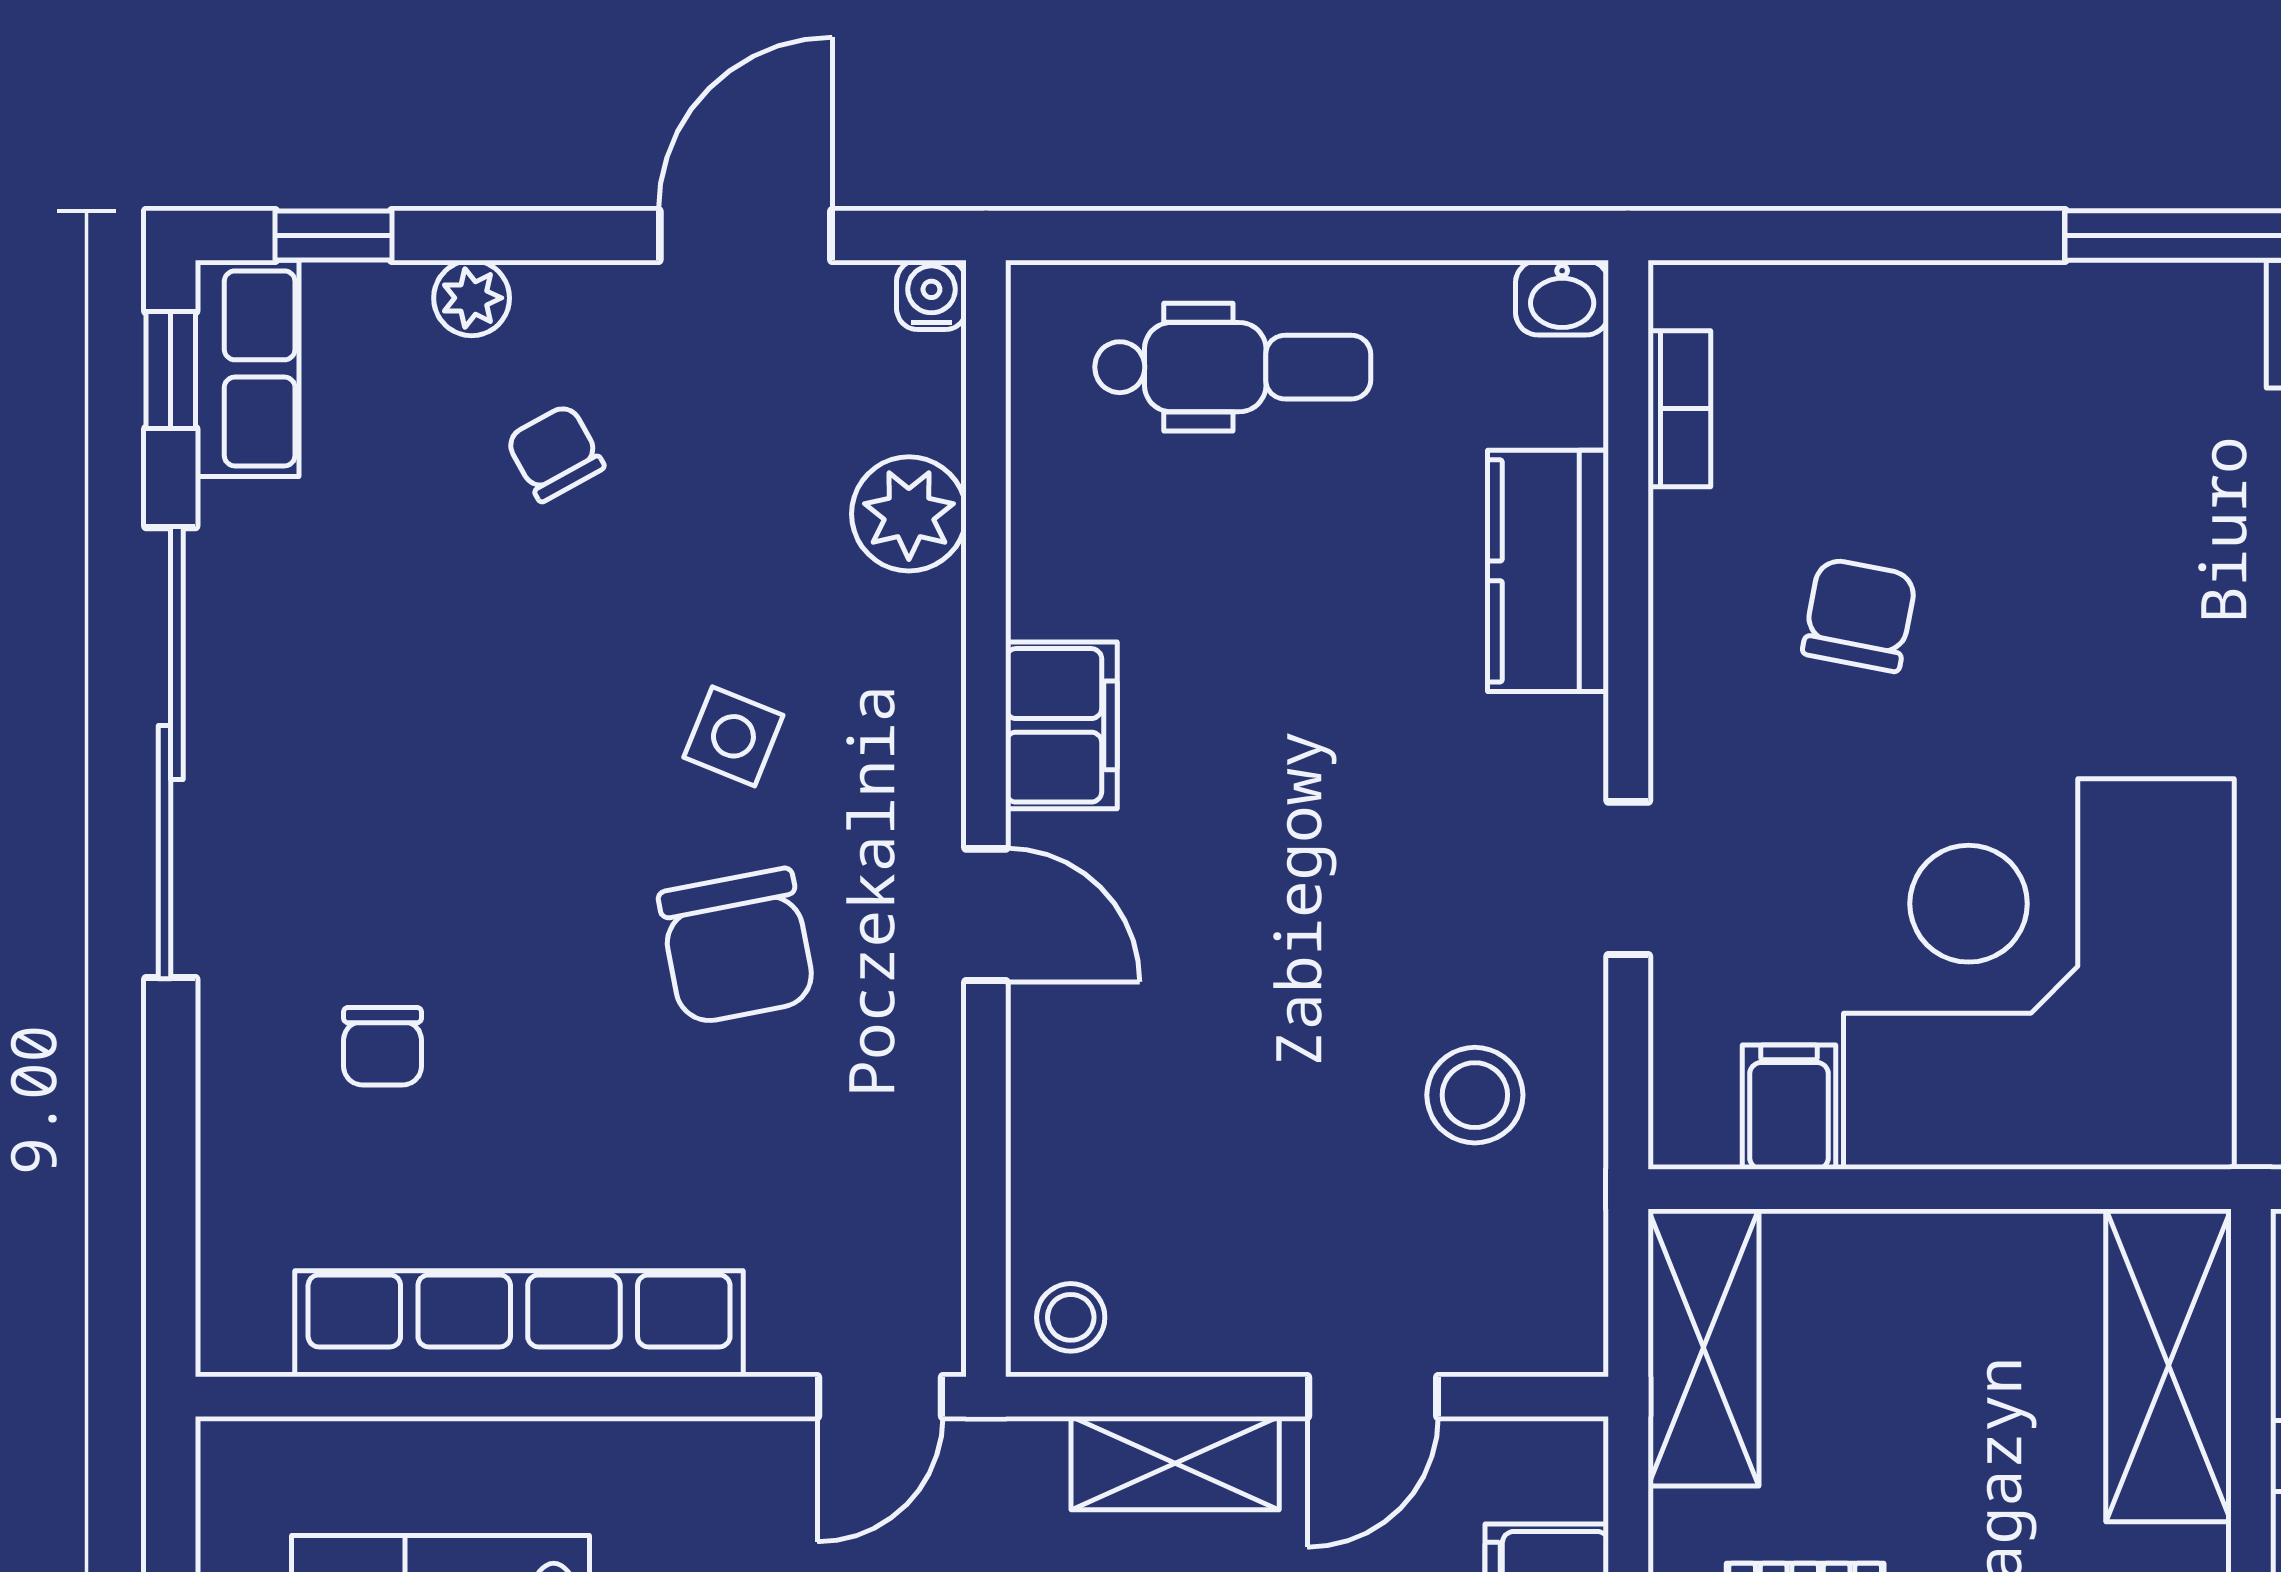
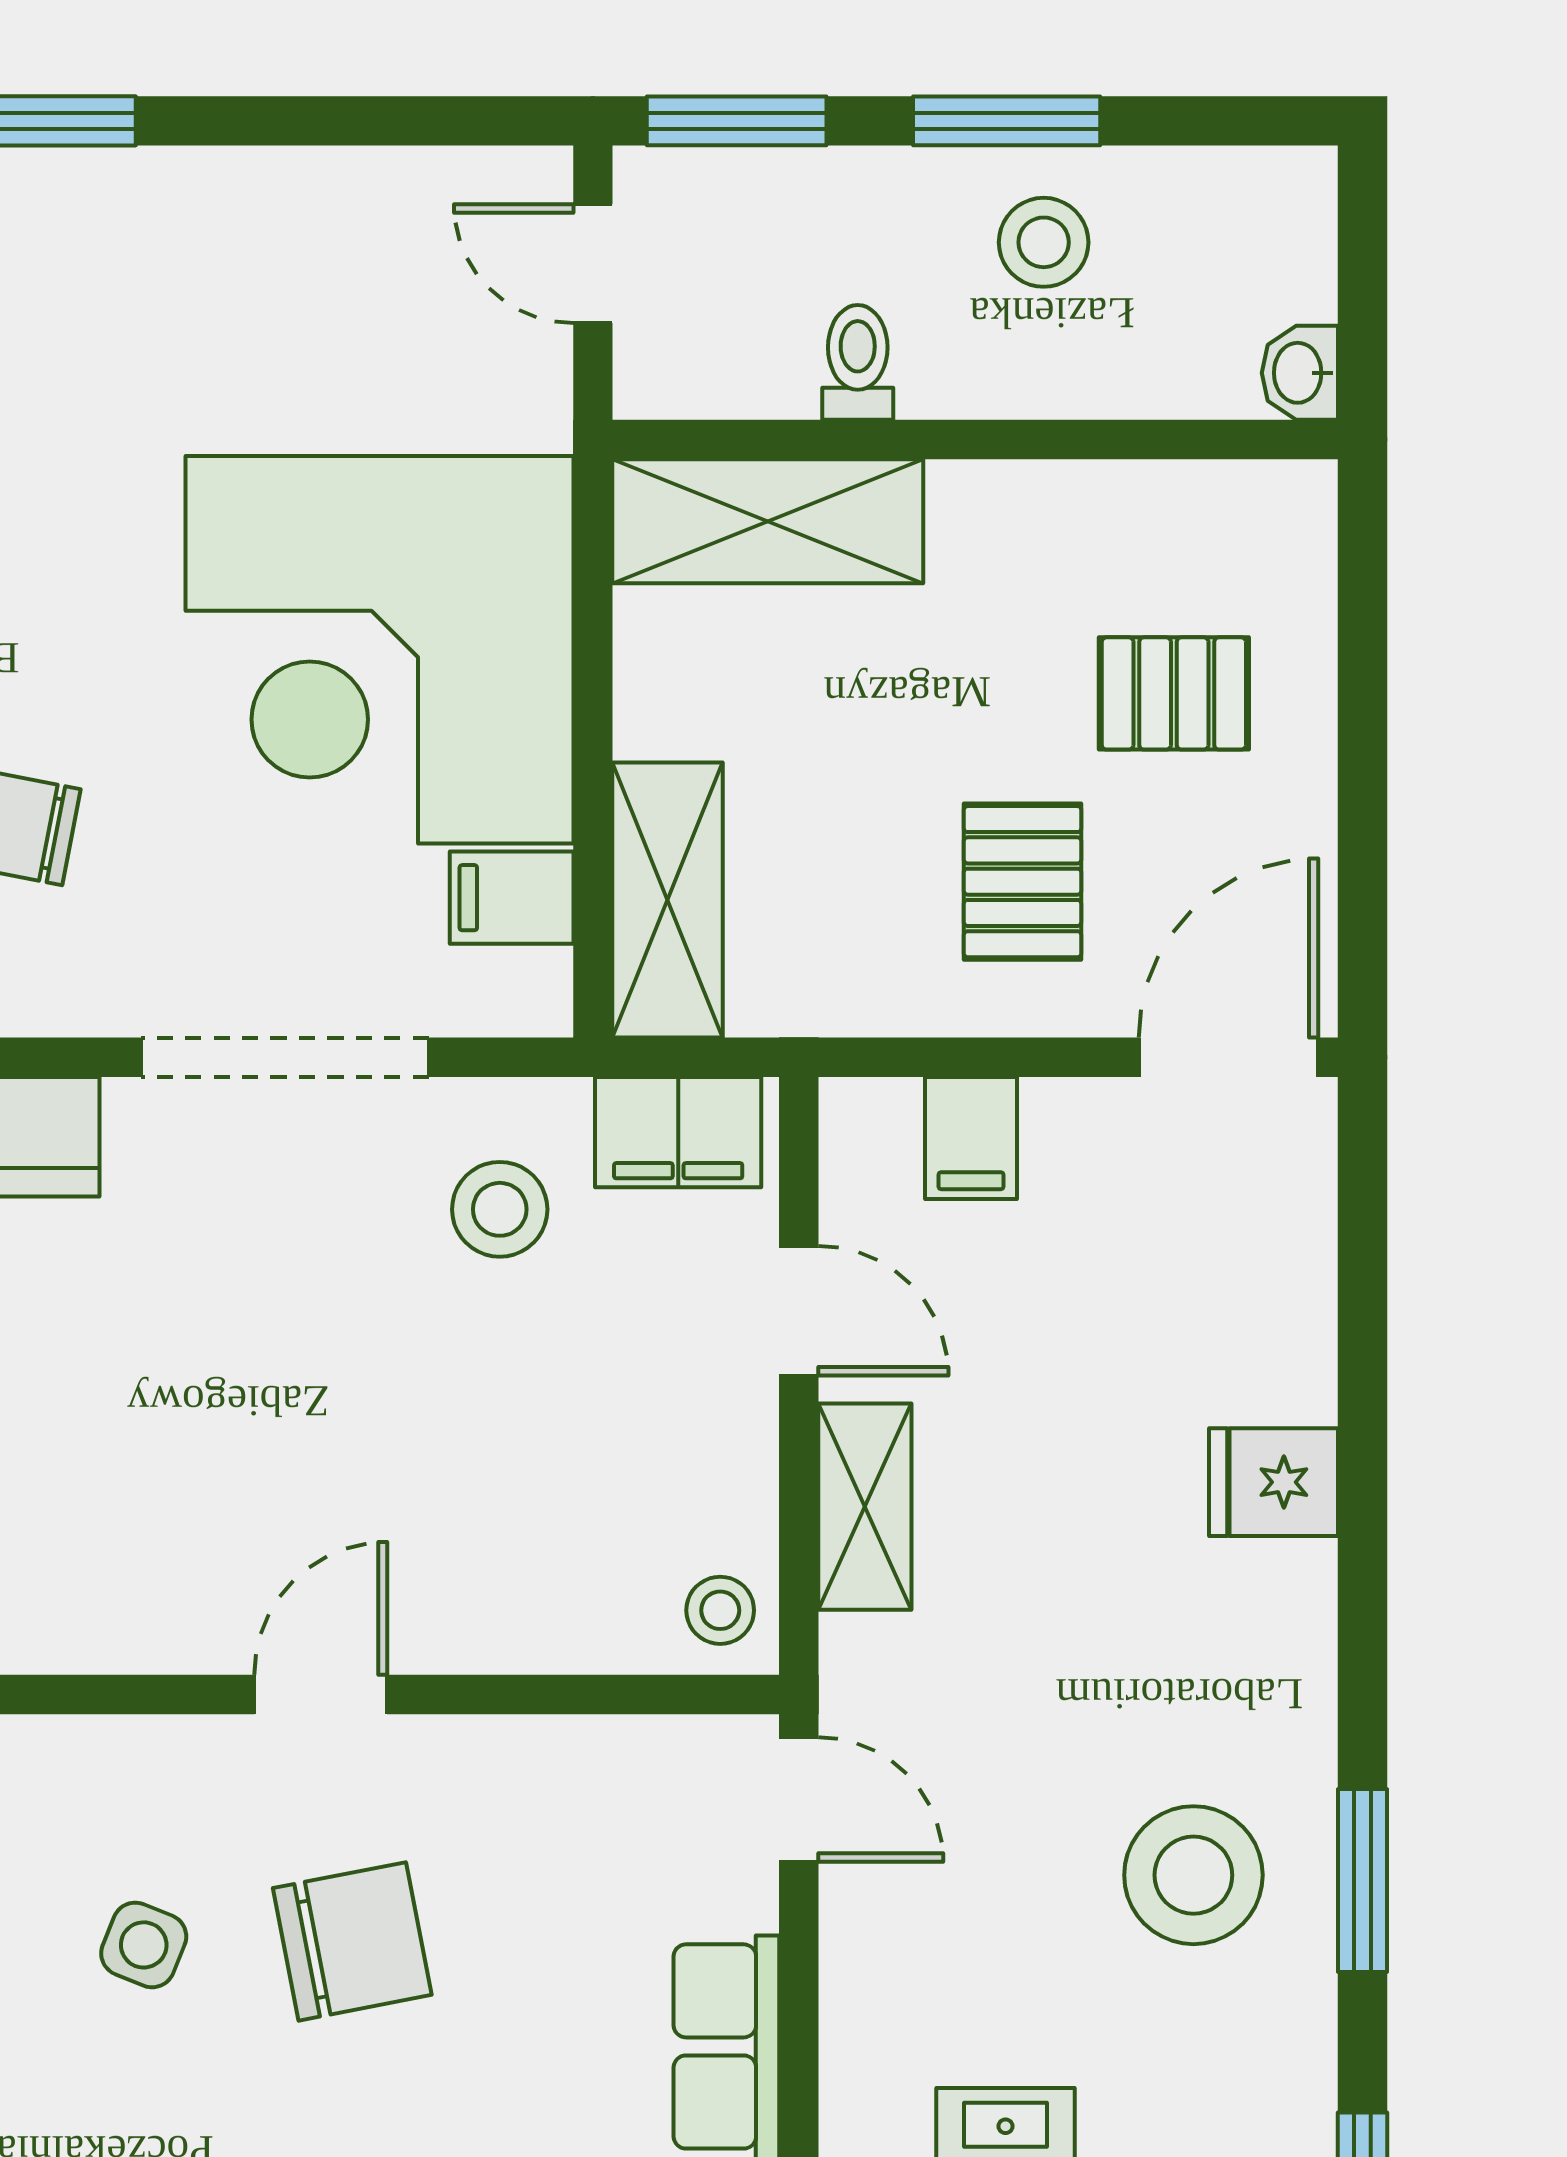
filing cabinet: (1061, 725) -> (678, 1132), moved, turned 180
doorway: (1628, 878) -> (285, 1057), width x1.87
shelving: (1703, 1347) -> (668, 900), moved, turned 90

